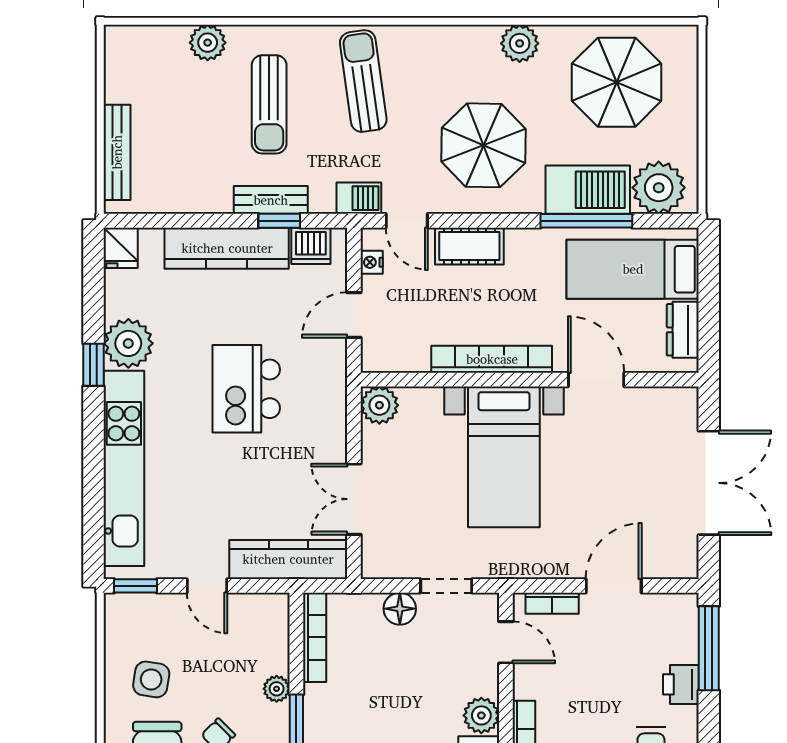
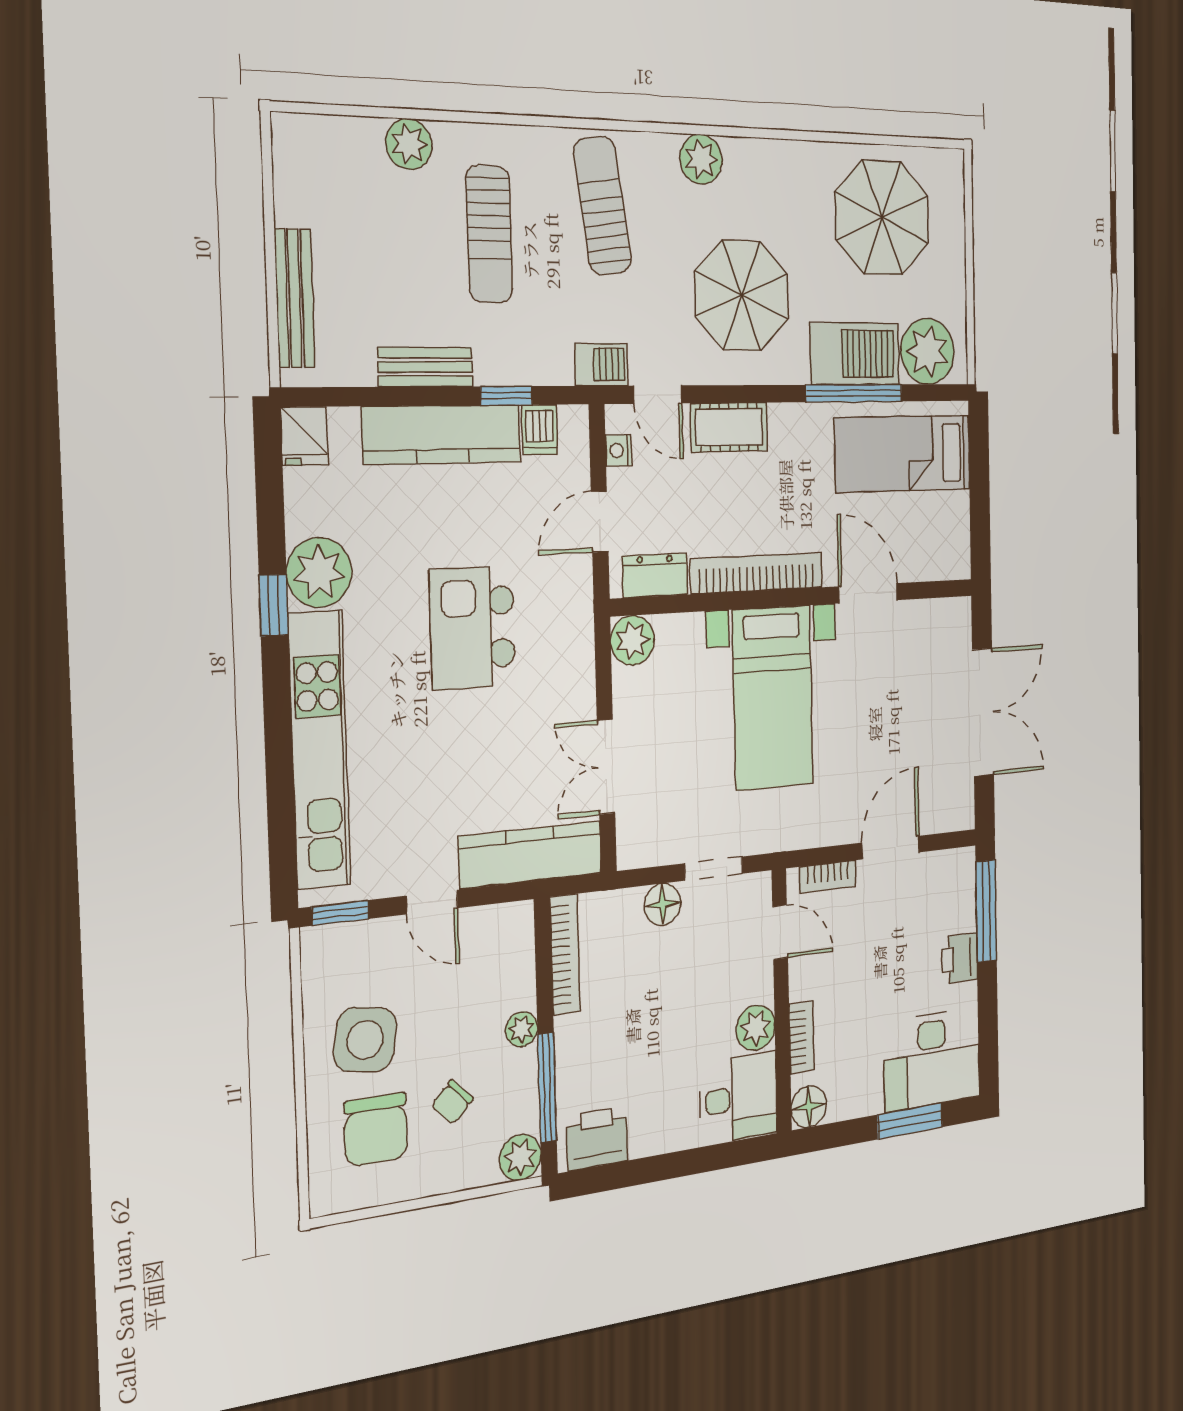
plant: (520, 43) -> (701, 159), moved
bench: (271, 200) -> (425, 367), moved
dishwasher: (311, 246) -> (540, 430), width x0.73
dresser: (683, 330) -> (655, 575), moved, turned 90
side table: (151, 679) -> (365, 1040), width x1.37, depth x1.37

